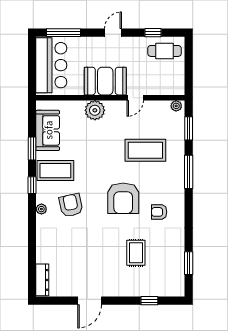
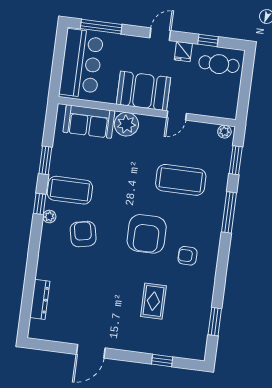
fridge: (134, 44) -> (183, 52), added
sofa: (48, 130) -> (89, 122), moved, turned 90
plant: (41, 209) -> (49, 217), moved
dresser: (42, 280) -> (40, 299), moved

